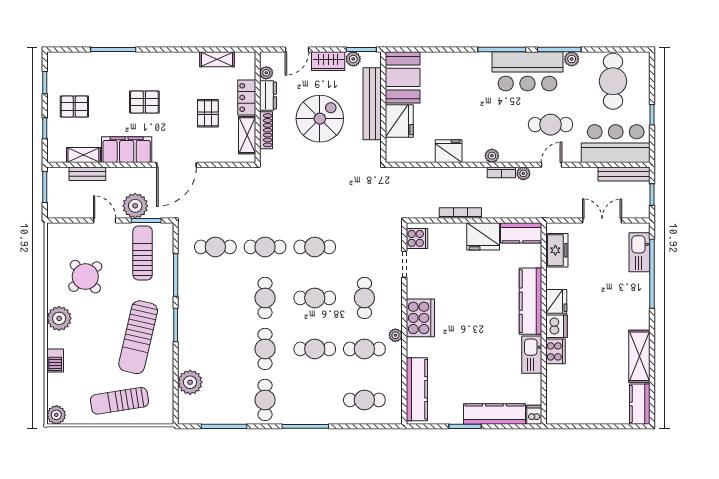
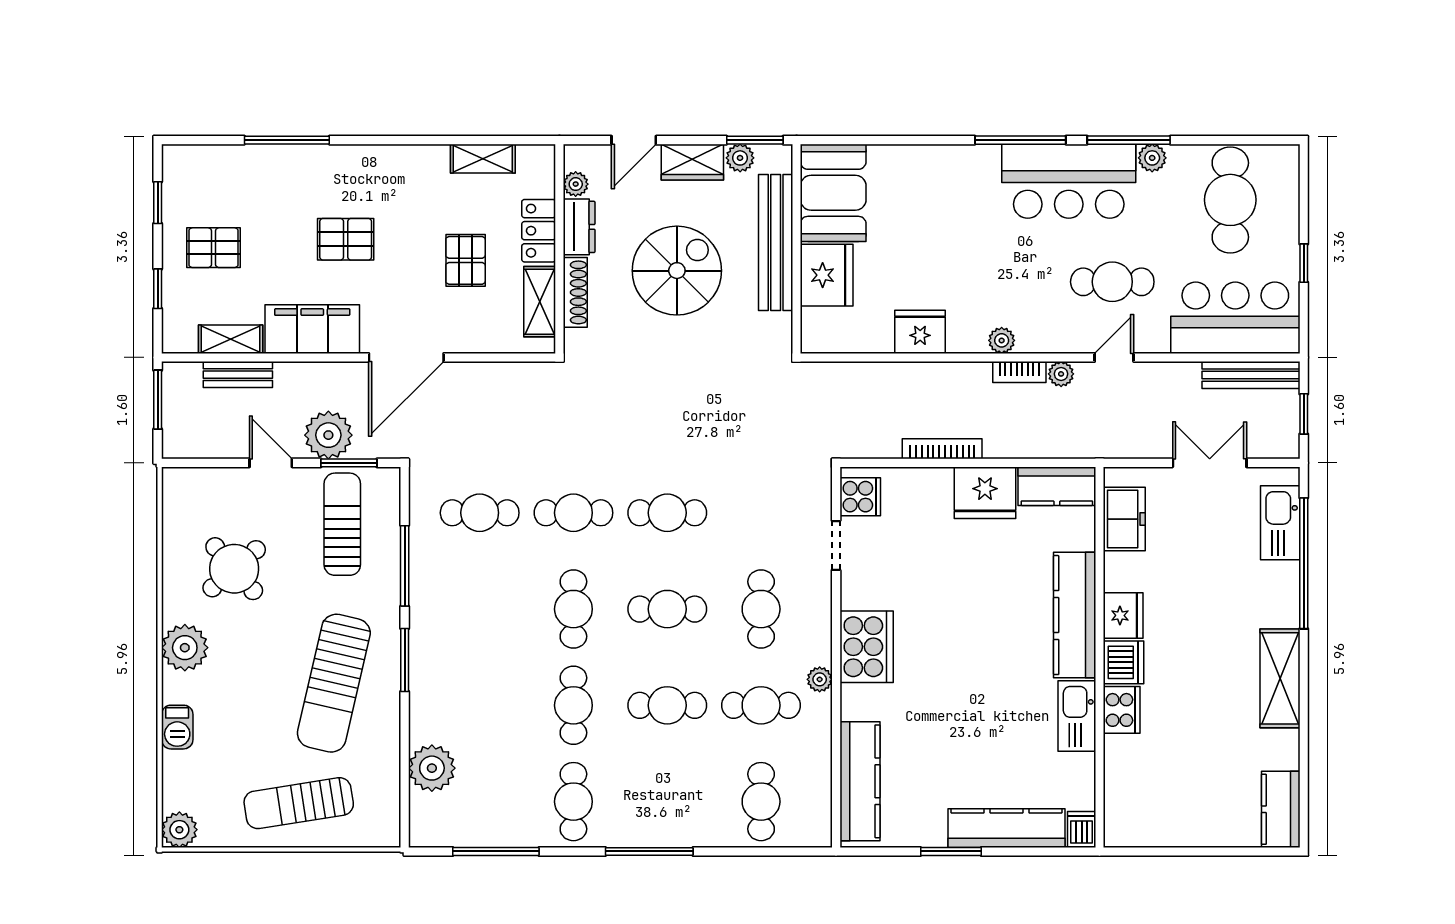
shelving: (639, 356) -> (1280, 678), moved
cafe table: (364, 400) -> (761, 802), turned 90

